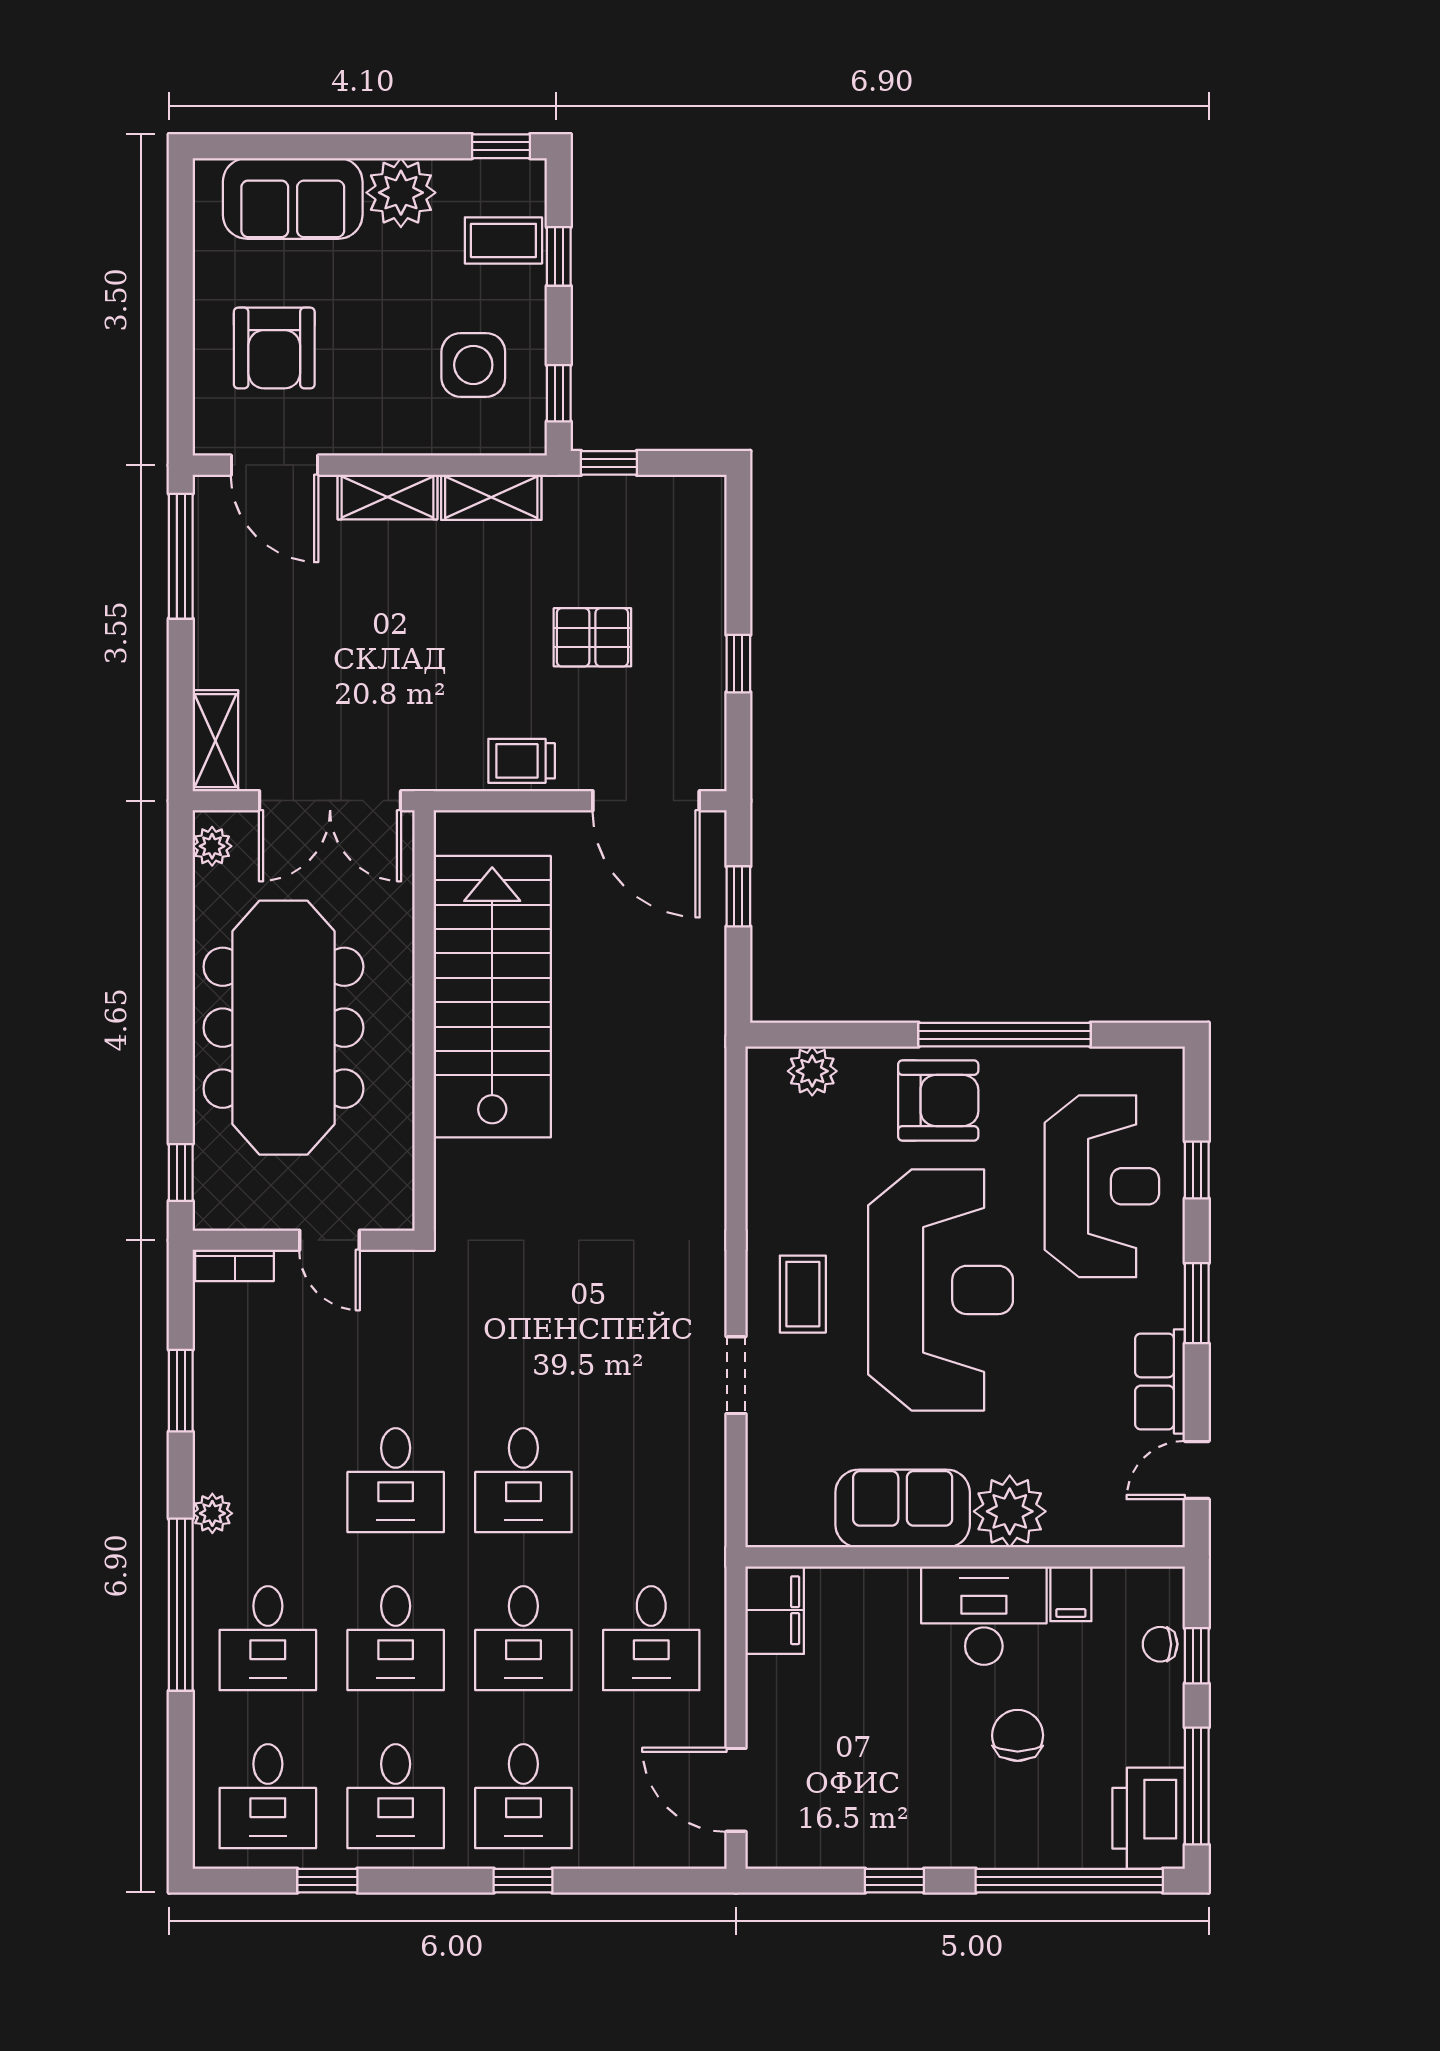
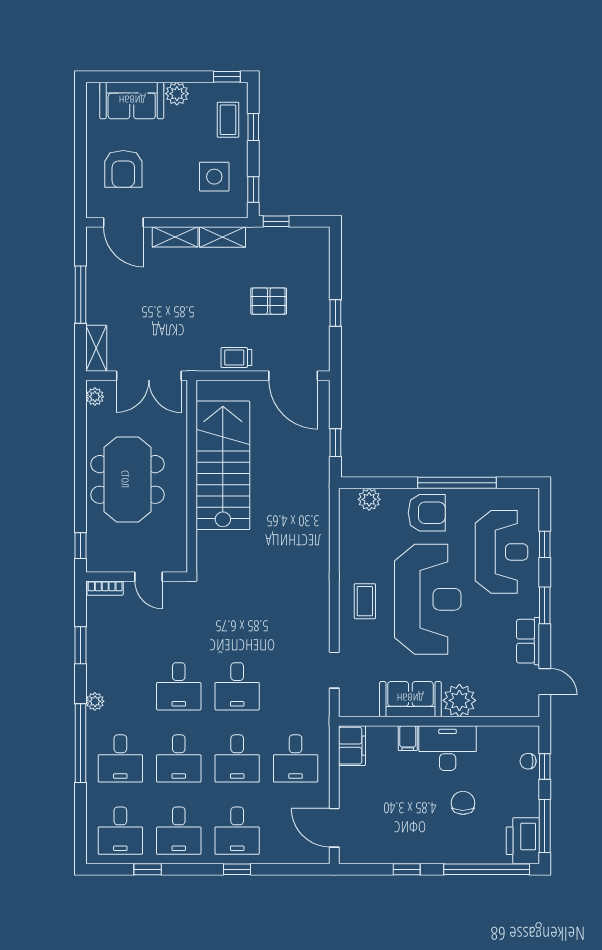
plant: (401, 193) -> (177, 94), width x0.73, depth x0.73
coffee table: (503, 240) -> (228, 120), turned 90
window: (181, 556) -> (81, 295), moved
window: (738, 896) -> (335, 443), moved
meeting table: (283, 1028) -> (127, 479), width x0.73
doorway: (736, 1375) -> (334, 670), moved
door: (1197, 1470) -> (545, 682), swing flipped
filing cabinet: (1071, 1594) -> (408, 738), moved

